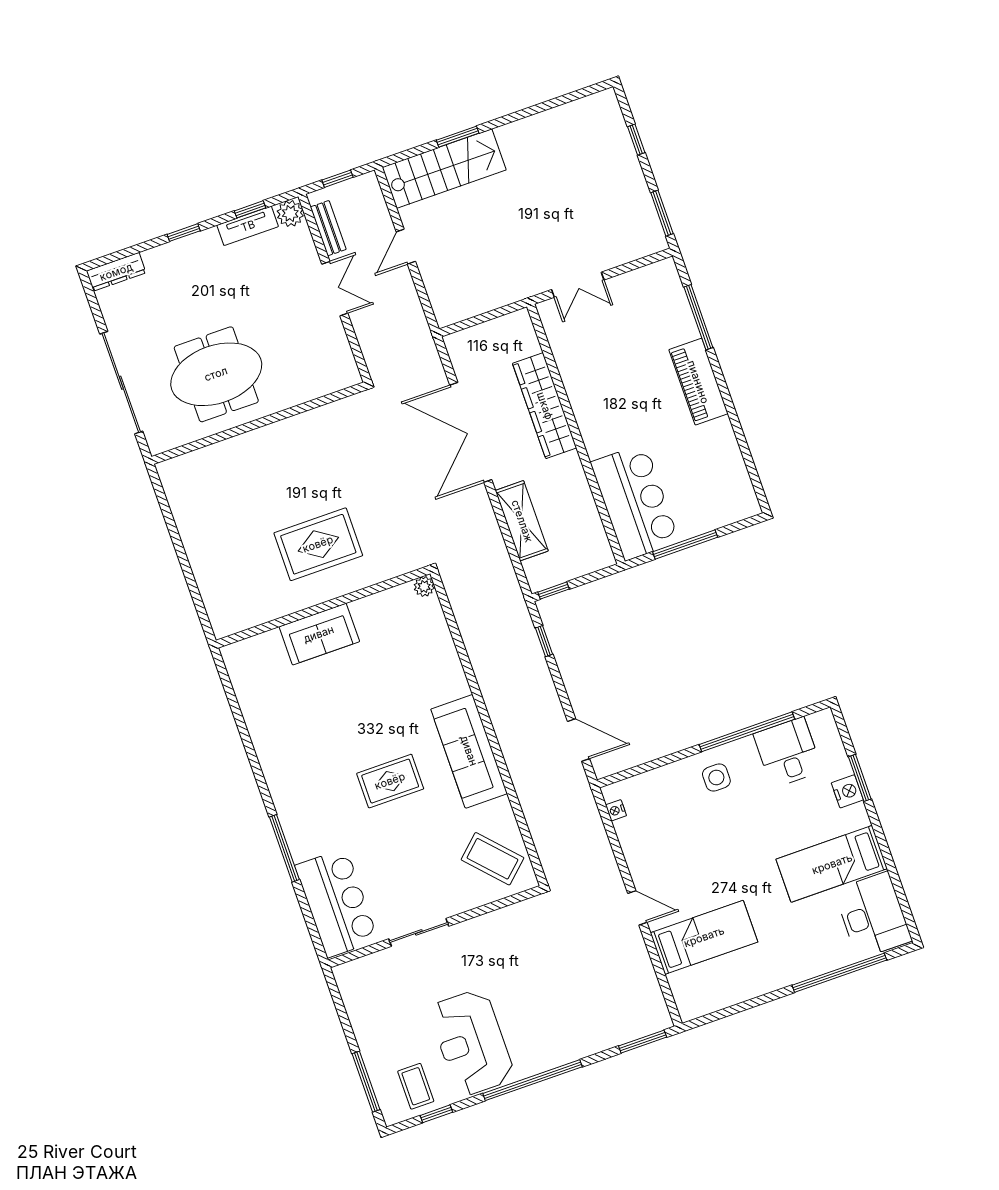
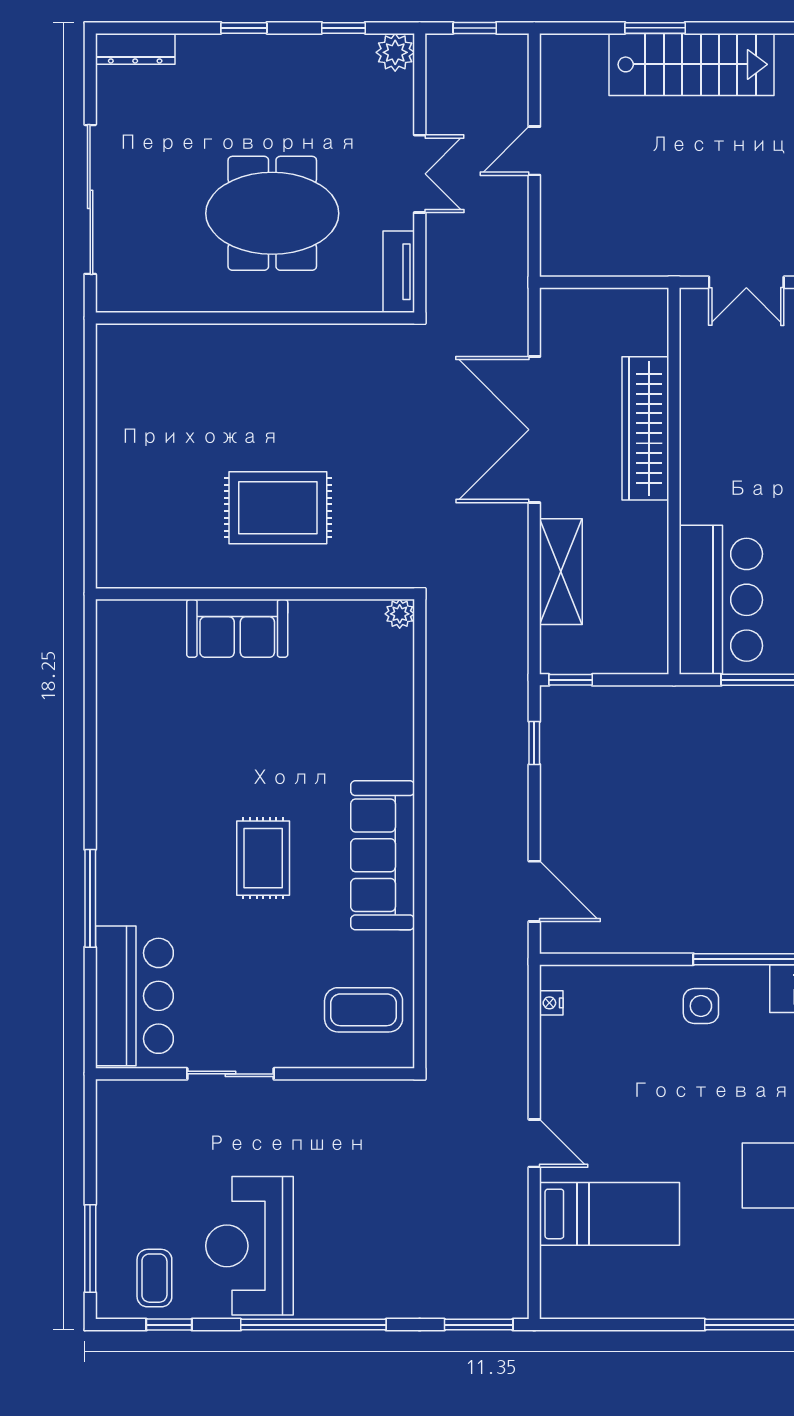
stairs: (444, 169) -> (692, 64), moved
tv unit: (248, 226) -> (399, 272), moved, turned 90
bench: (328, 228) -> (439, 90), removed
meeting table: (216, 374) -> (272, 213), moved
rug: (390, 781) -> (263, 858), turned 90
coffee table: (492, 859) -> (364, 1010), turned -47

